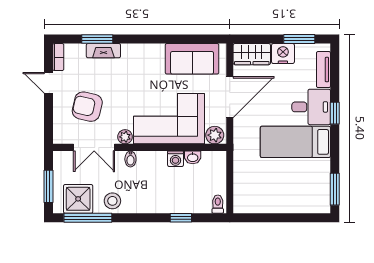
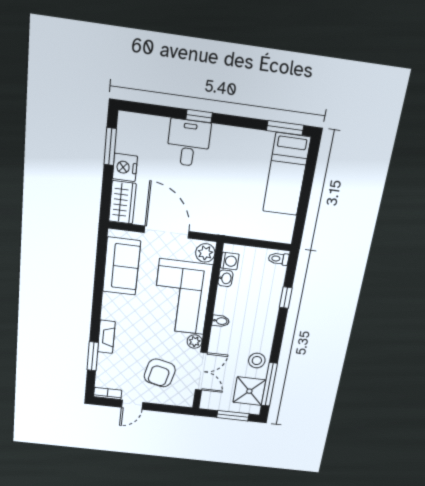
fireplace: (103, 51) -> (106, 337), moved
tv unit: (323, 70) -> (148, 123), removed
bed: (295, 142) -> (287, 174), moved
bidet: (130, 159) -> (221, 321), moved
washing machine: (176, 159) -> (230, 261), moved

